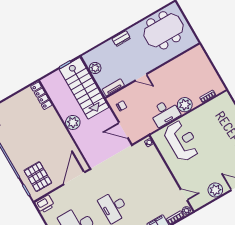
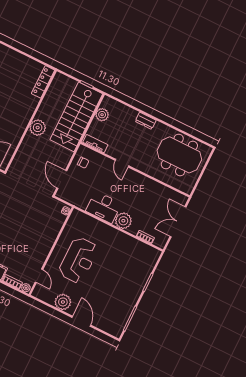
double door: (212, 64) -> (178, 222), added
reception desk: (182, 141) -> (78, 260), moved

